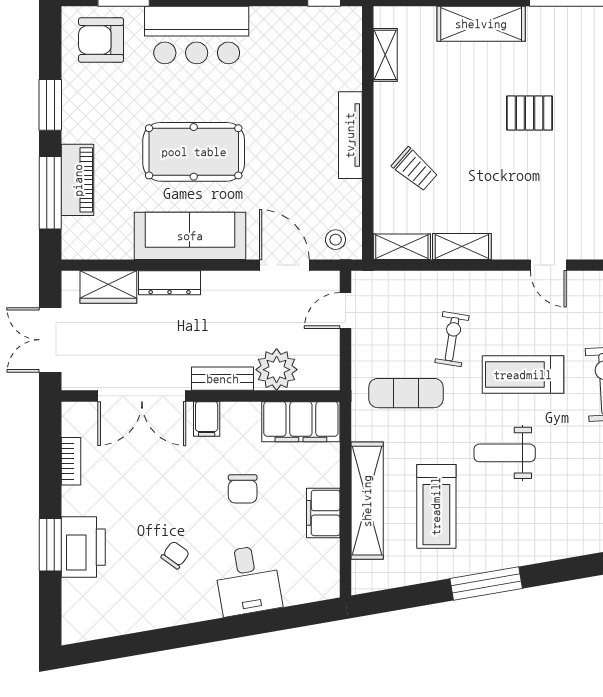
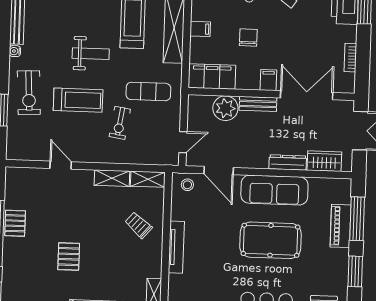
pallet: (530, 113) -> (69, 257), turned 90
filing cabinet: (323, 513) -> (200, 29), width x0.50

